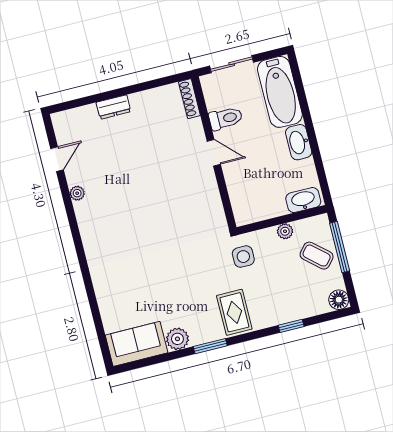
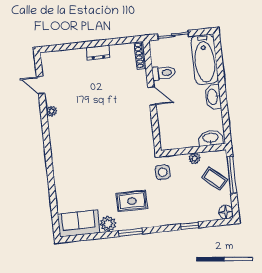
dresser: (114, 107) -> (98, 53), moved
door: (57, 159) -> (41, 85), swing flipped
rug: (234, 312) -> (132, 201), moved, turned 90

